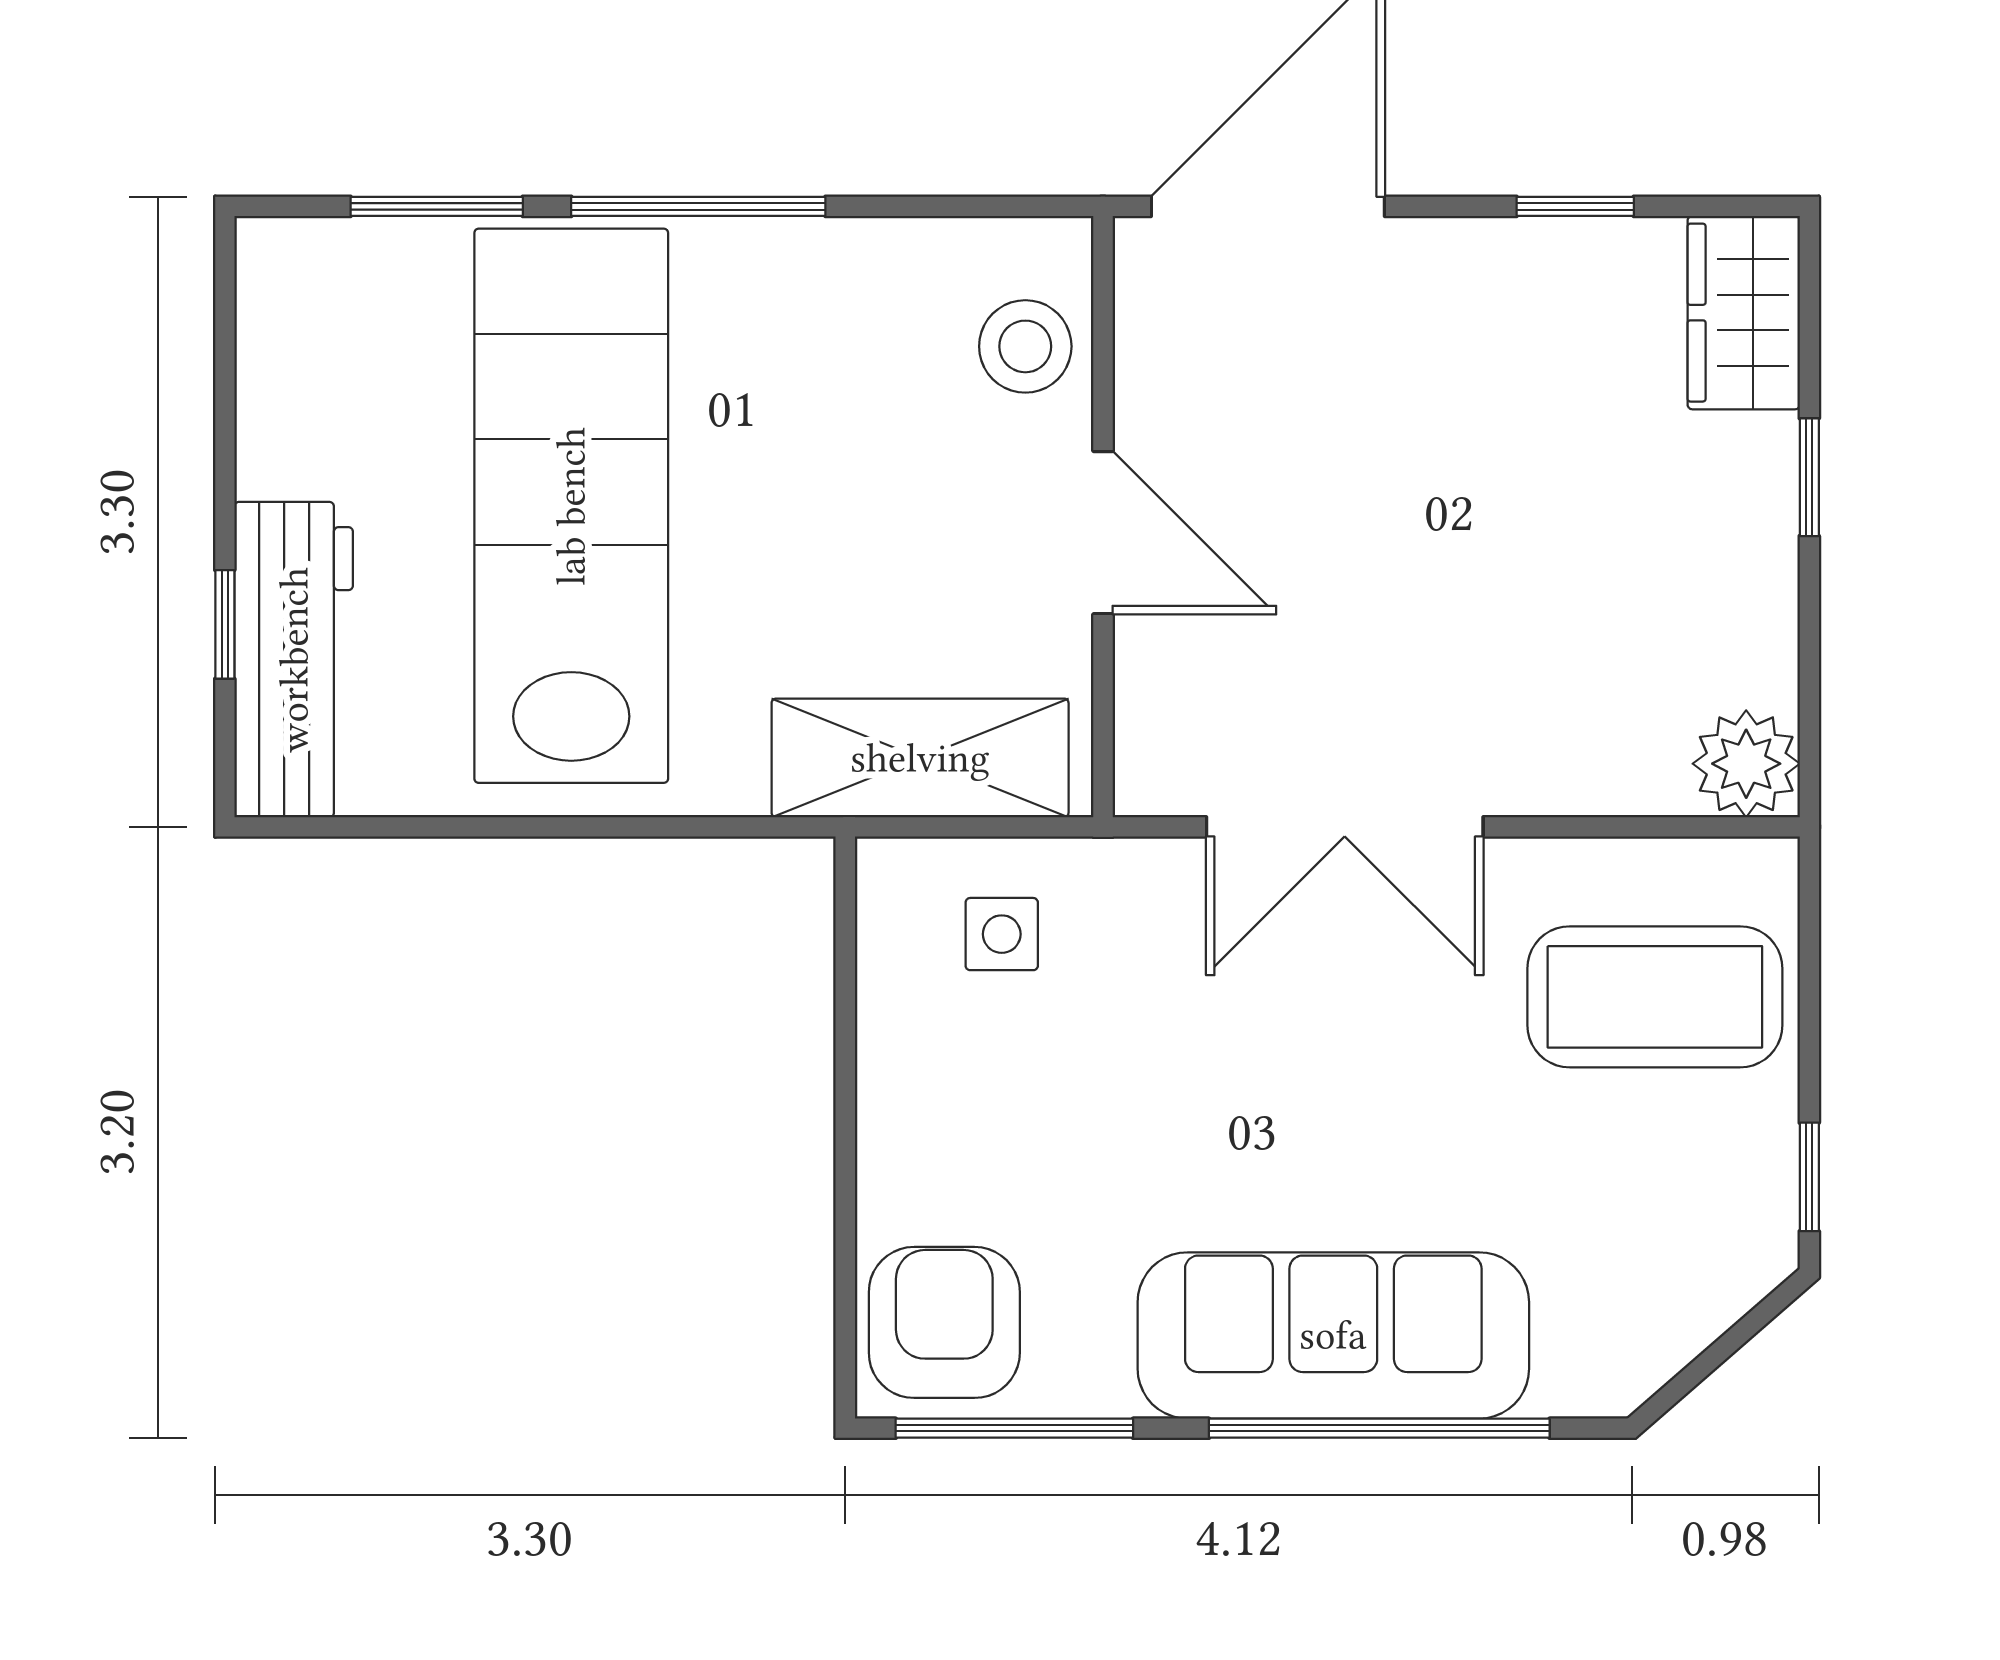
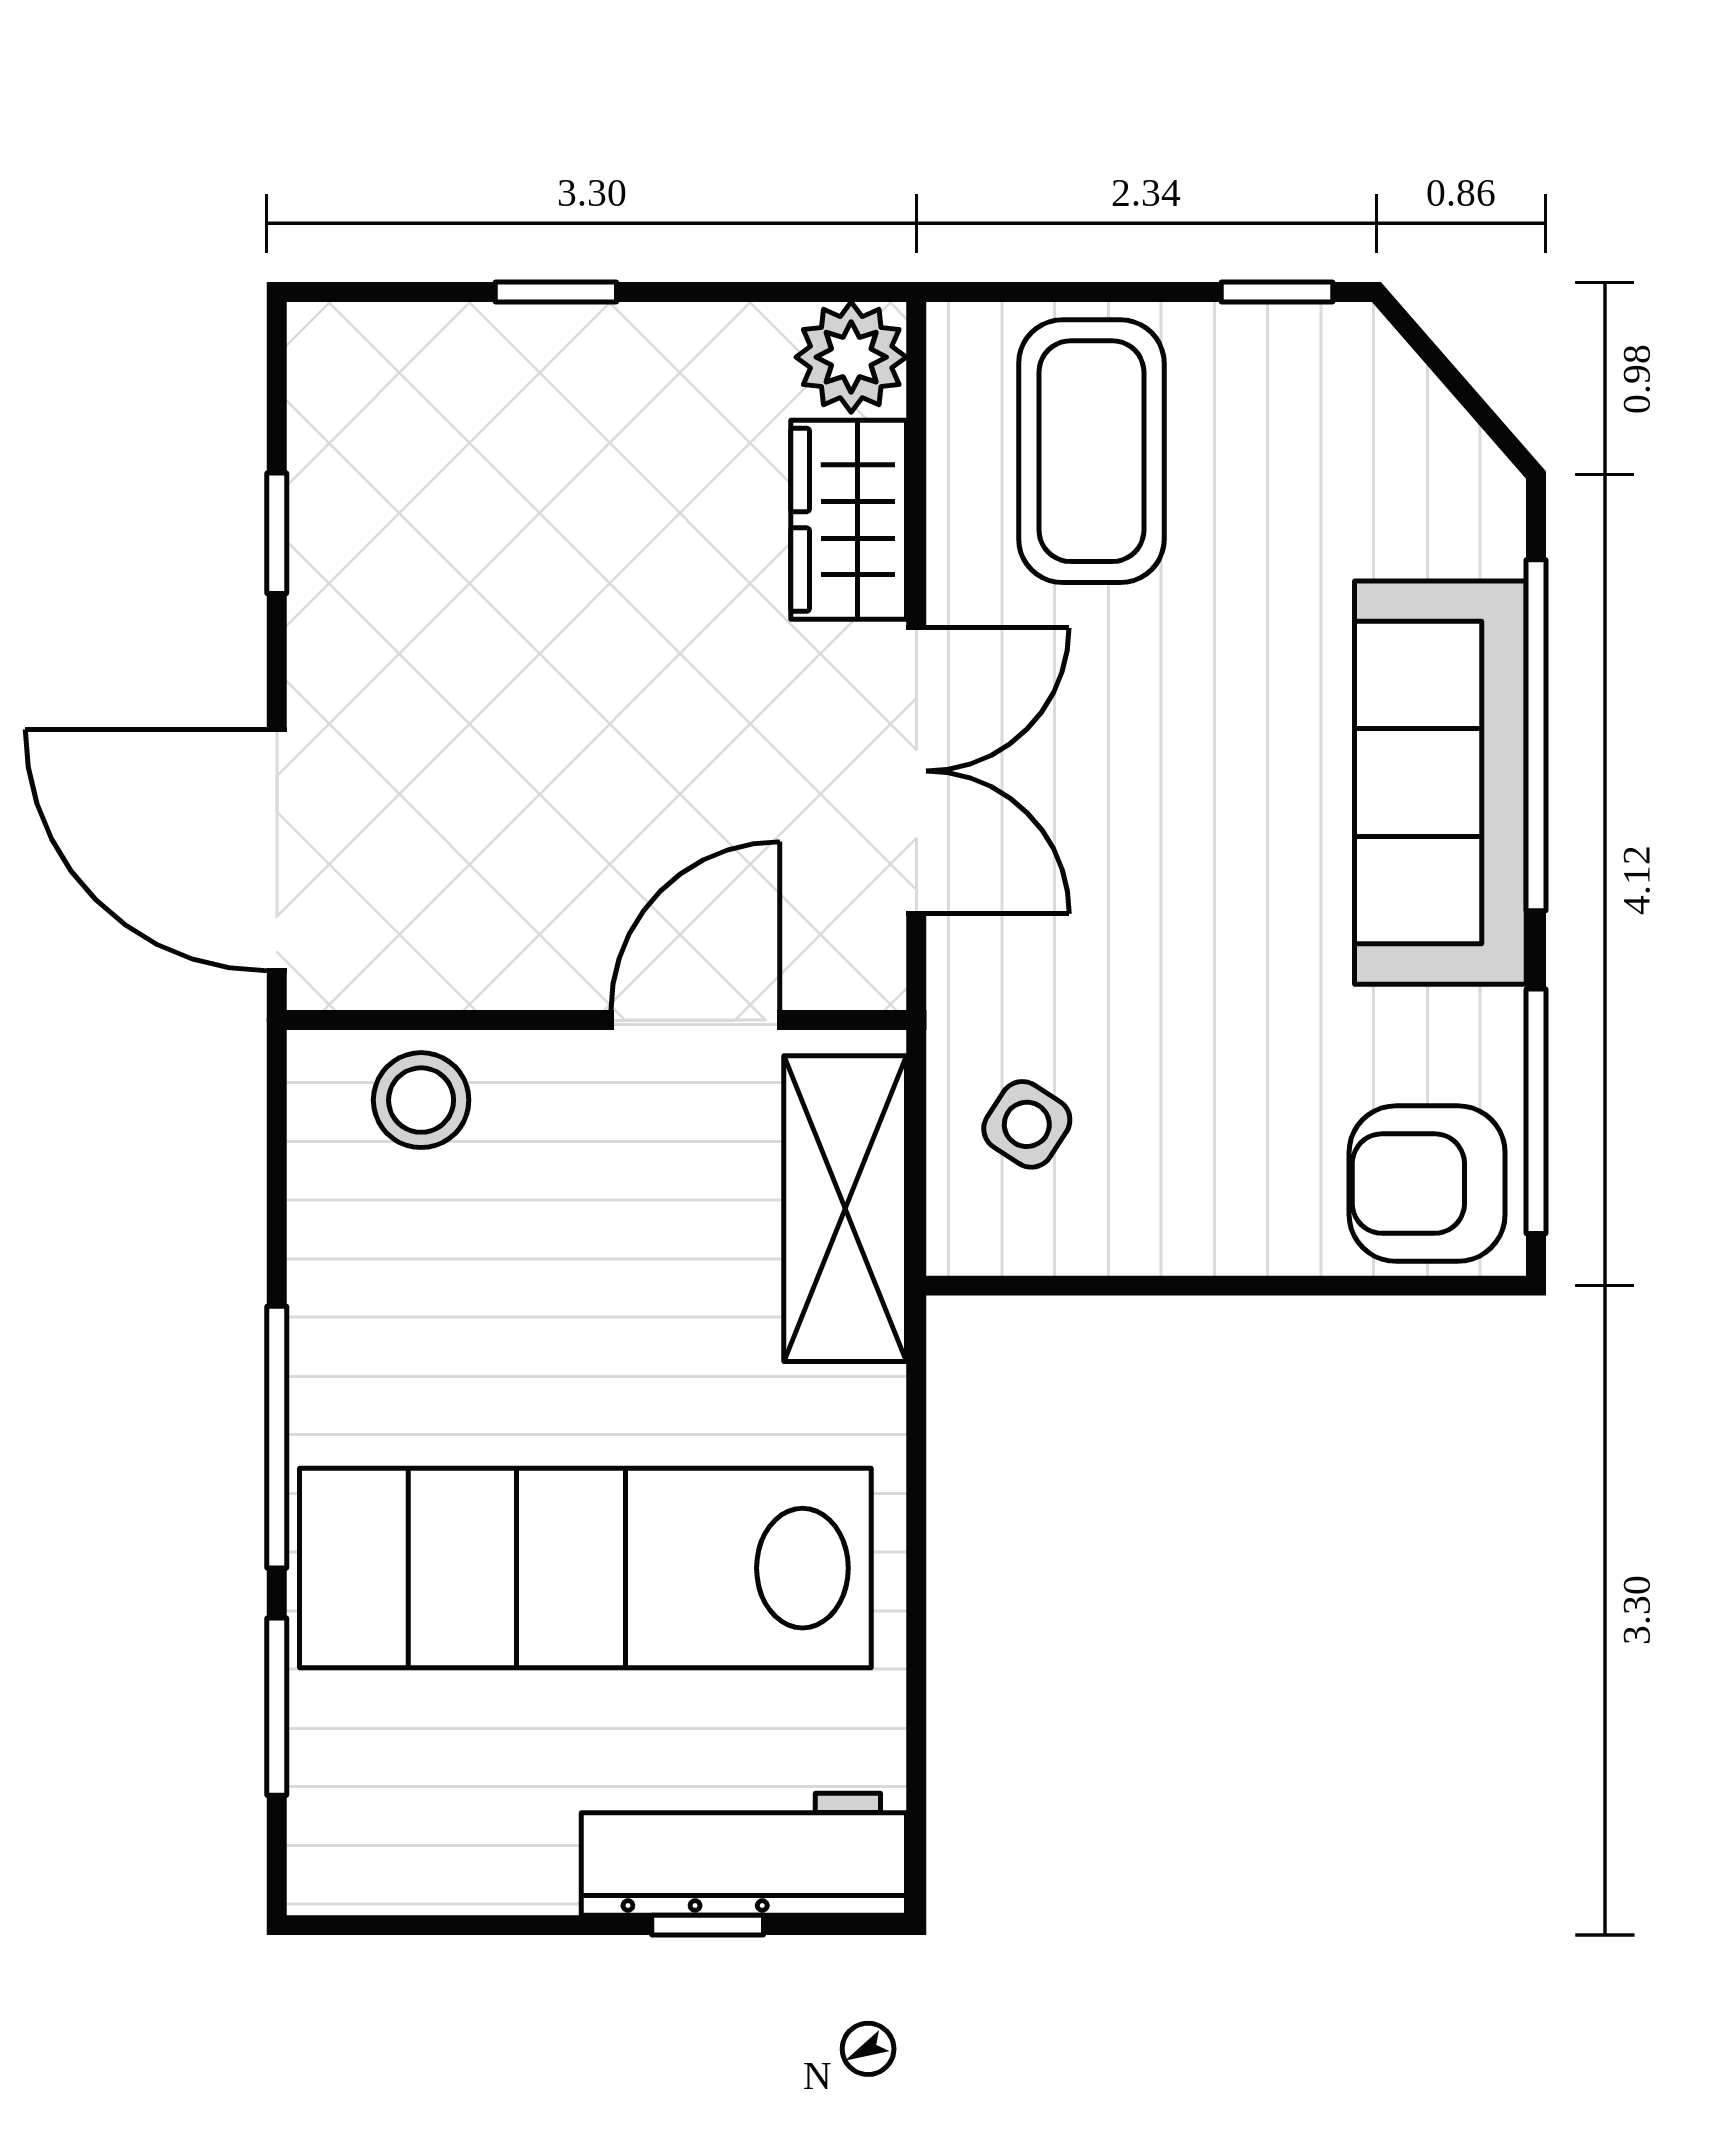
wardrobe: (1744, 313) -> (849, 520), moved, turned 90
door: (1103, 533) -> (695, 1020), moved
side table: (1002, 934) -> (1027, 1124), turned 33

